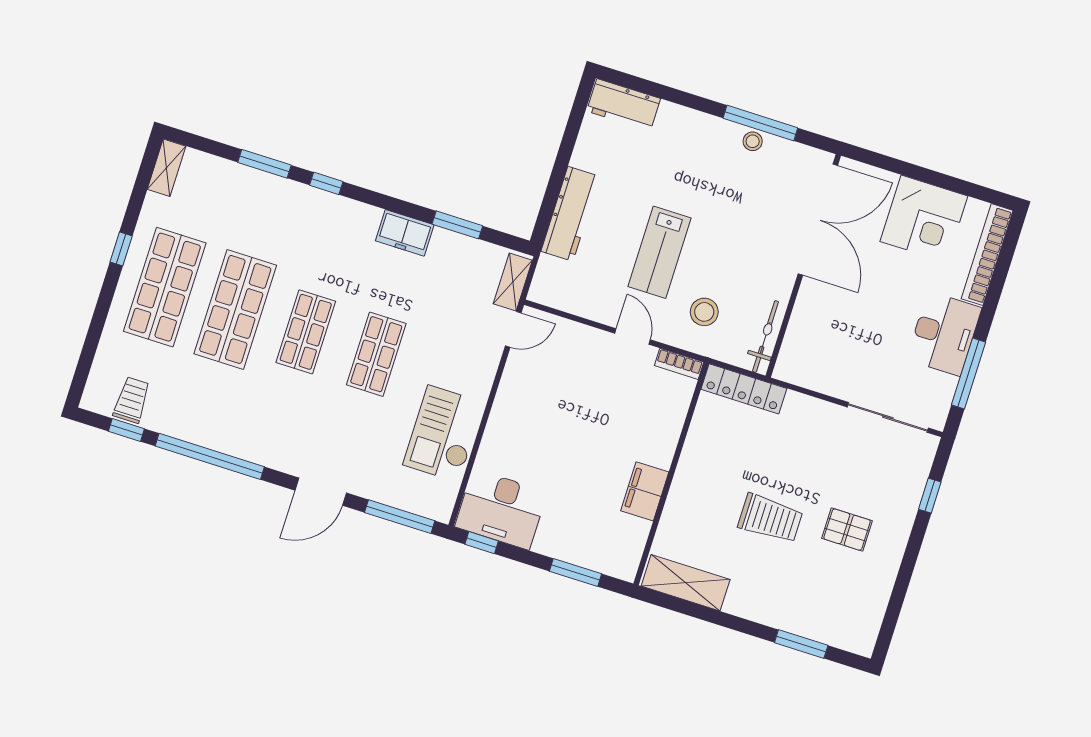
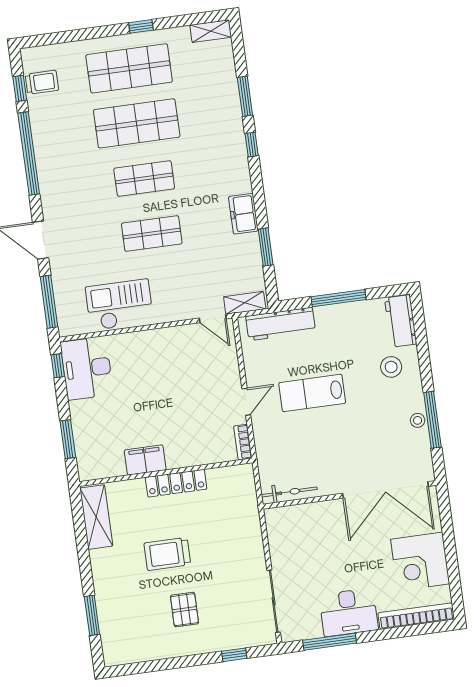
window: (561, 167) -> (339, 298), added
workbench: (570, 214) -> (281, 324), moved
stool: (704, 312) -> (391, 367), moved
locker: (744, 389) -> (176, 483), moved, turned -90
trolley: (770, 518) -> (167, 554), turned 90

